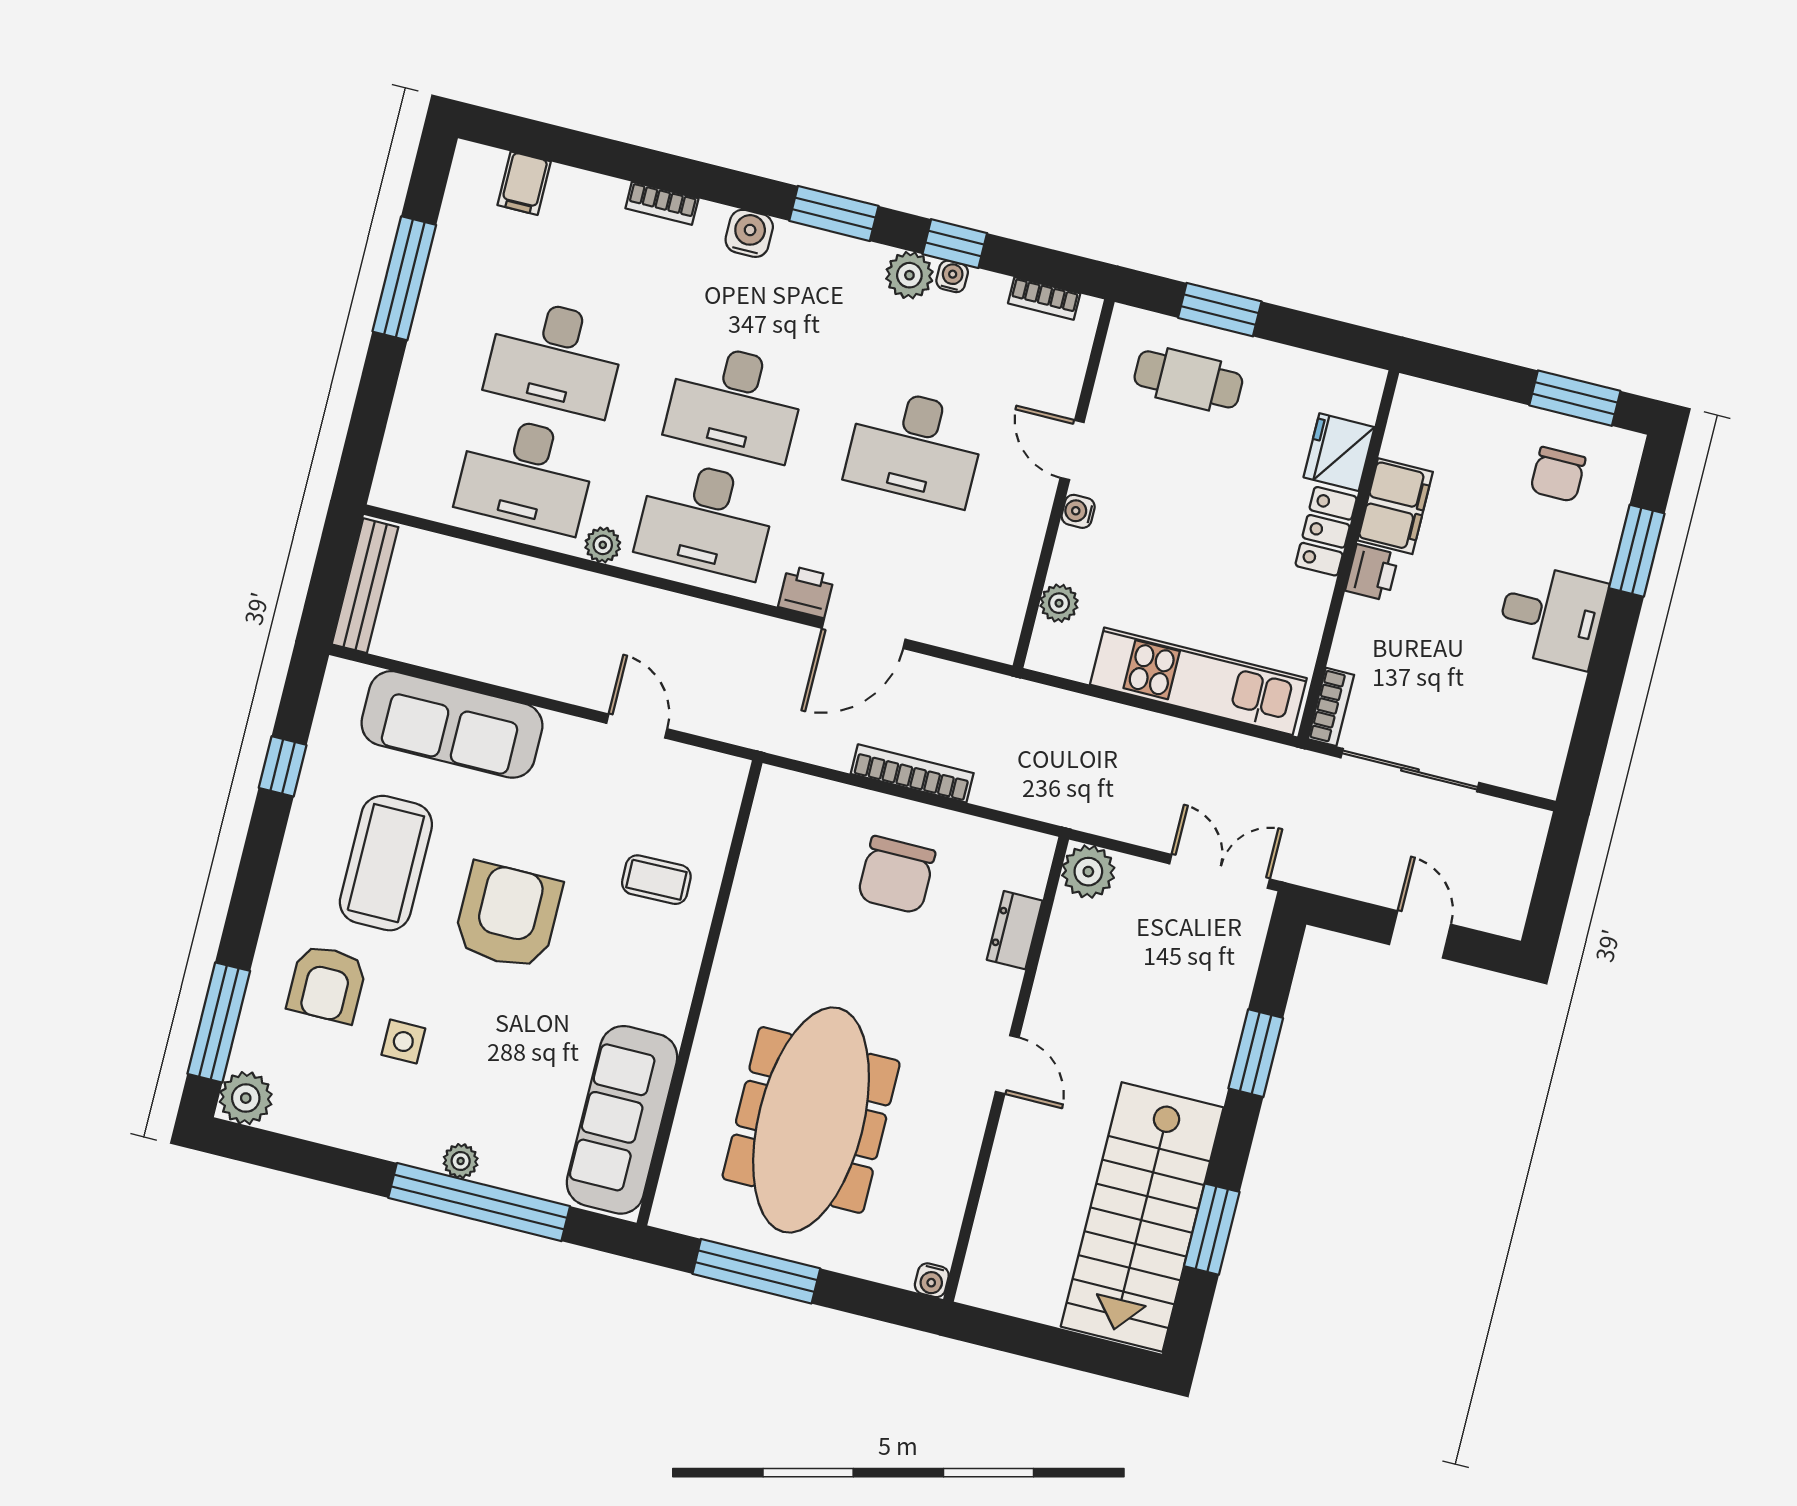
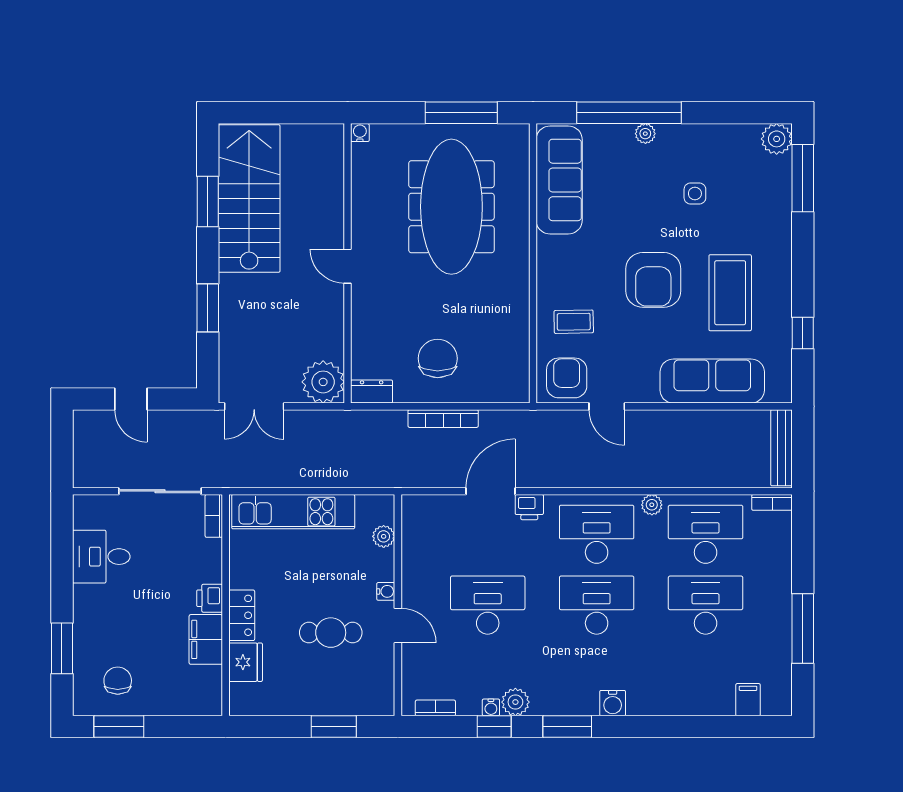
bookcase: (662, 203) -> (772, 502), moved, turned 180
cafe table: (1188, 379) -> (331, 633), moved
desk: (1551, 616) -> (101, 557), moved
plant: (1088, 872) -> (323, 382), width x1.36, depth x1.36
dresser: (1015, 930) -> (372, 392), moved, turned -90
armchair: (327, 984) -> (567, 378), moved

